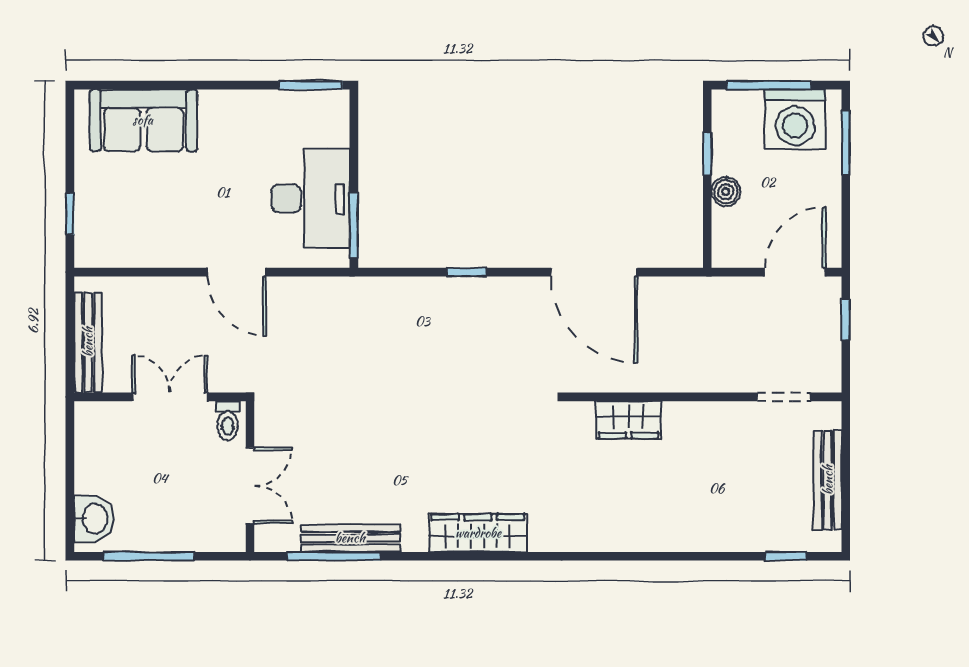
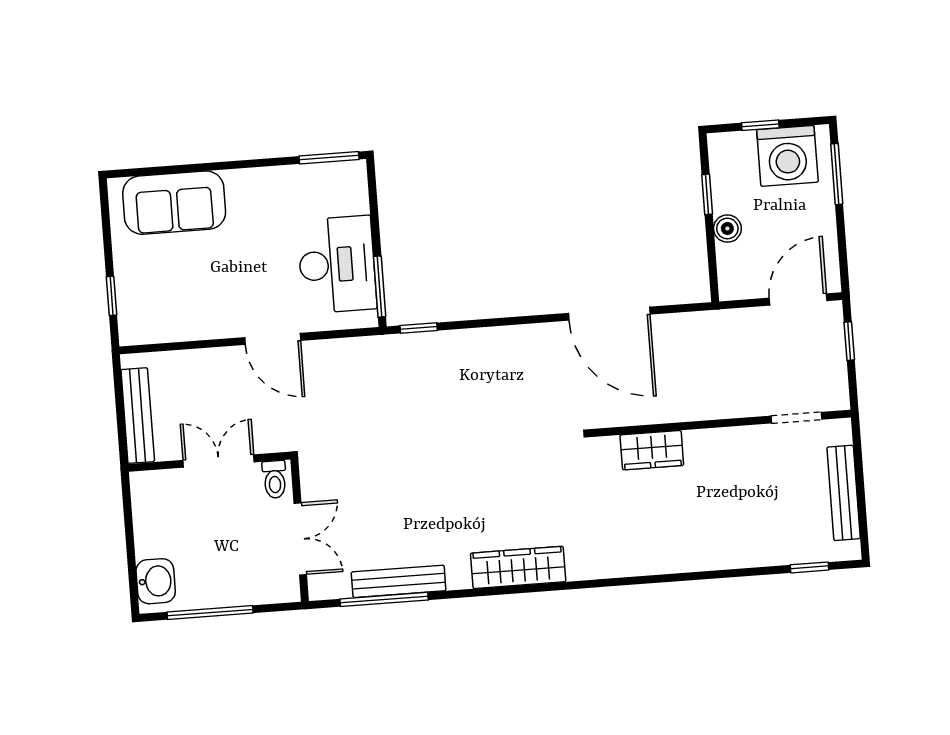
window: (769, 85) -> (760, 125), width x0.46
window: (467, 272) -> (419, 328), moved

